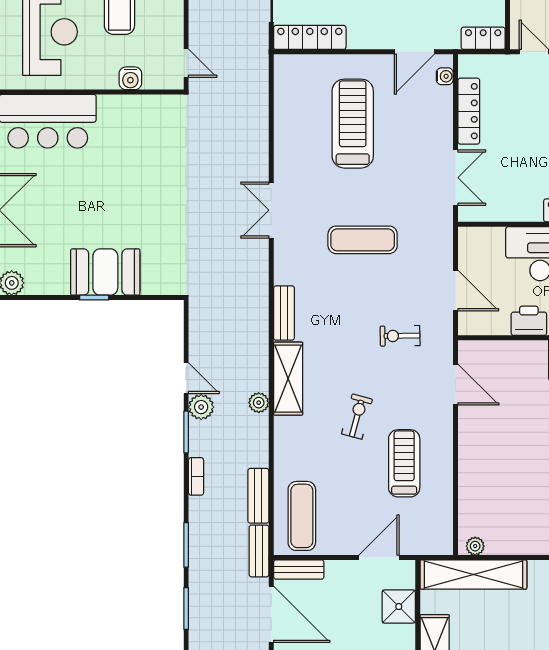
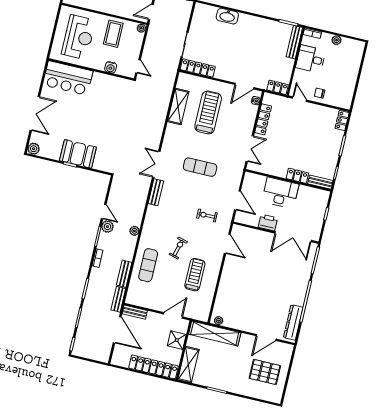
double door: (271, 210) -> (156, 164), moved
shelving: (288, 379) -> (178, 106), moved
exercise mat: (302, 516) -> (148, 265), moved

